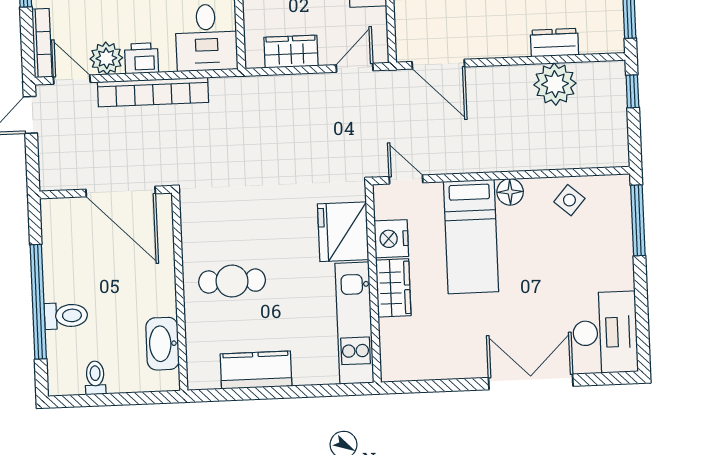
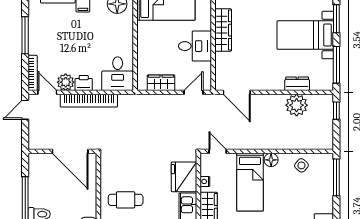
nightstand: (391, 239) -> (205, 181), width x0.53, depth x0.56

